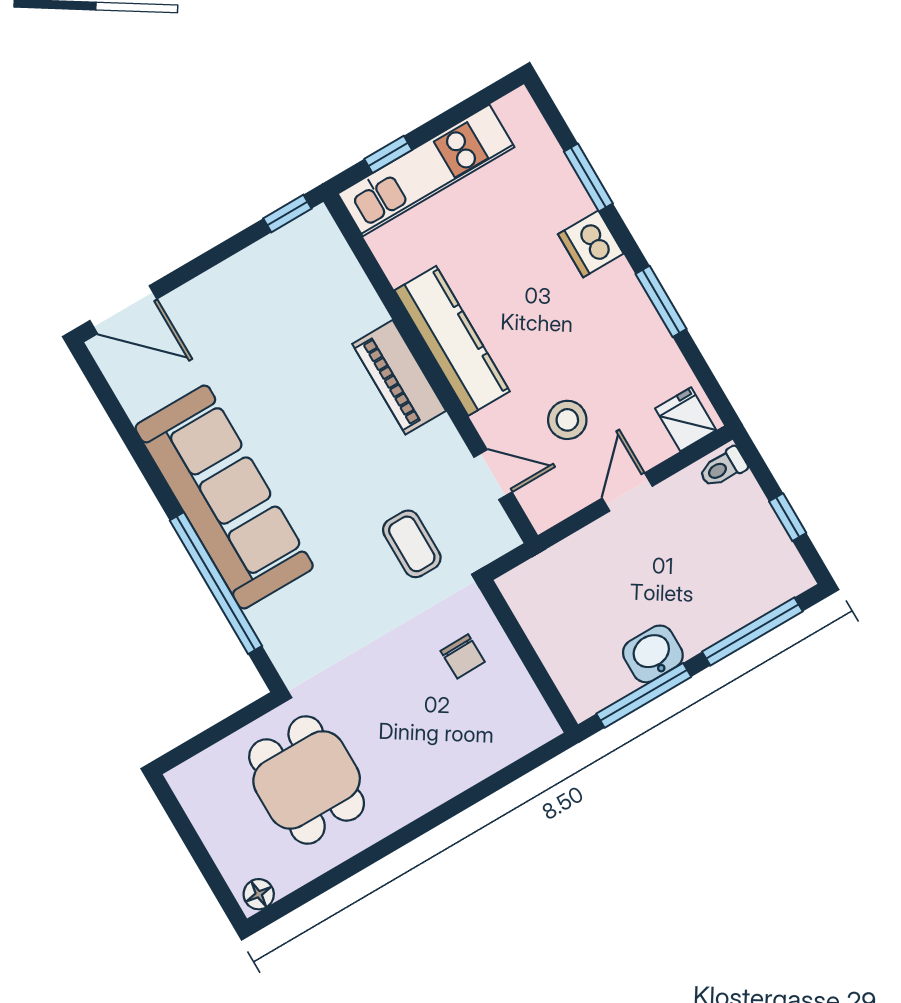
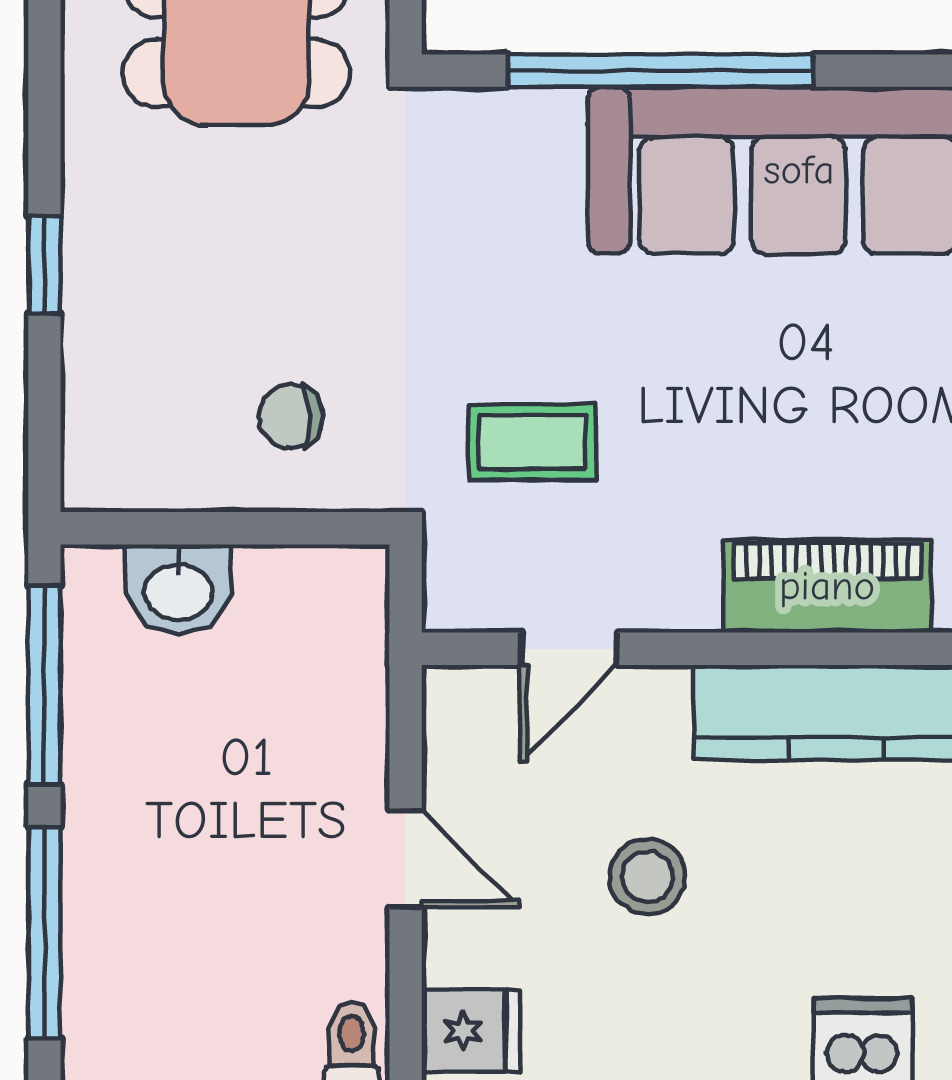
stool: (567, 420) -> (647, 877), moved
washbasin: (653, 654) -> (178, 589), moved, turned 90
window: (460, 803) -> (44, 265), added

